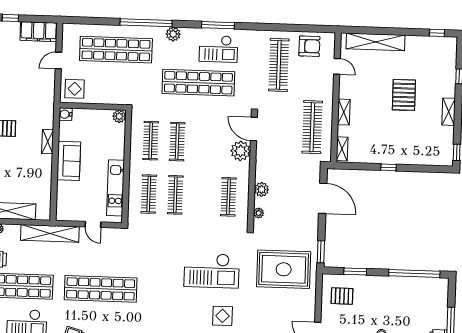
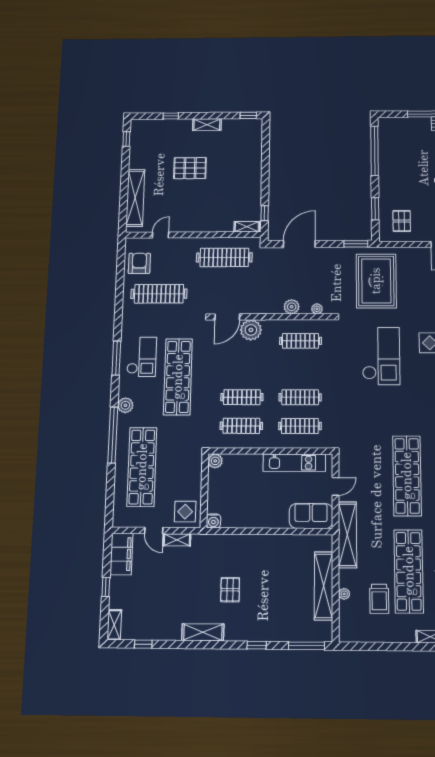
shelving: (344, 112) -> (208, 226), removed
shelving: (48, 142) -> (177, 540), moved
sofa: (69, 161) -> (311, 516), moved
window: (388, 167) -> (265, 213), moved

